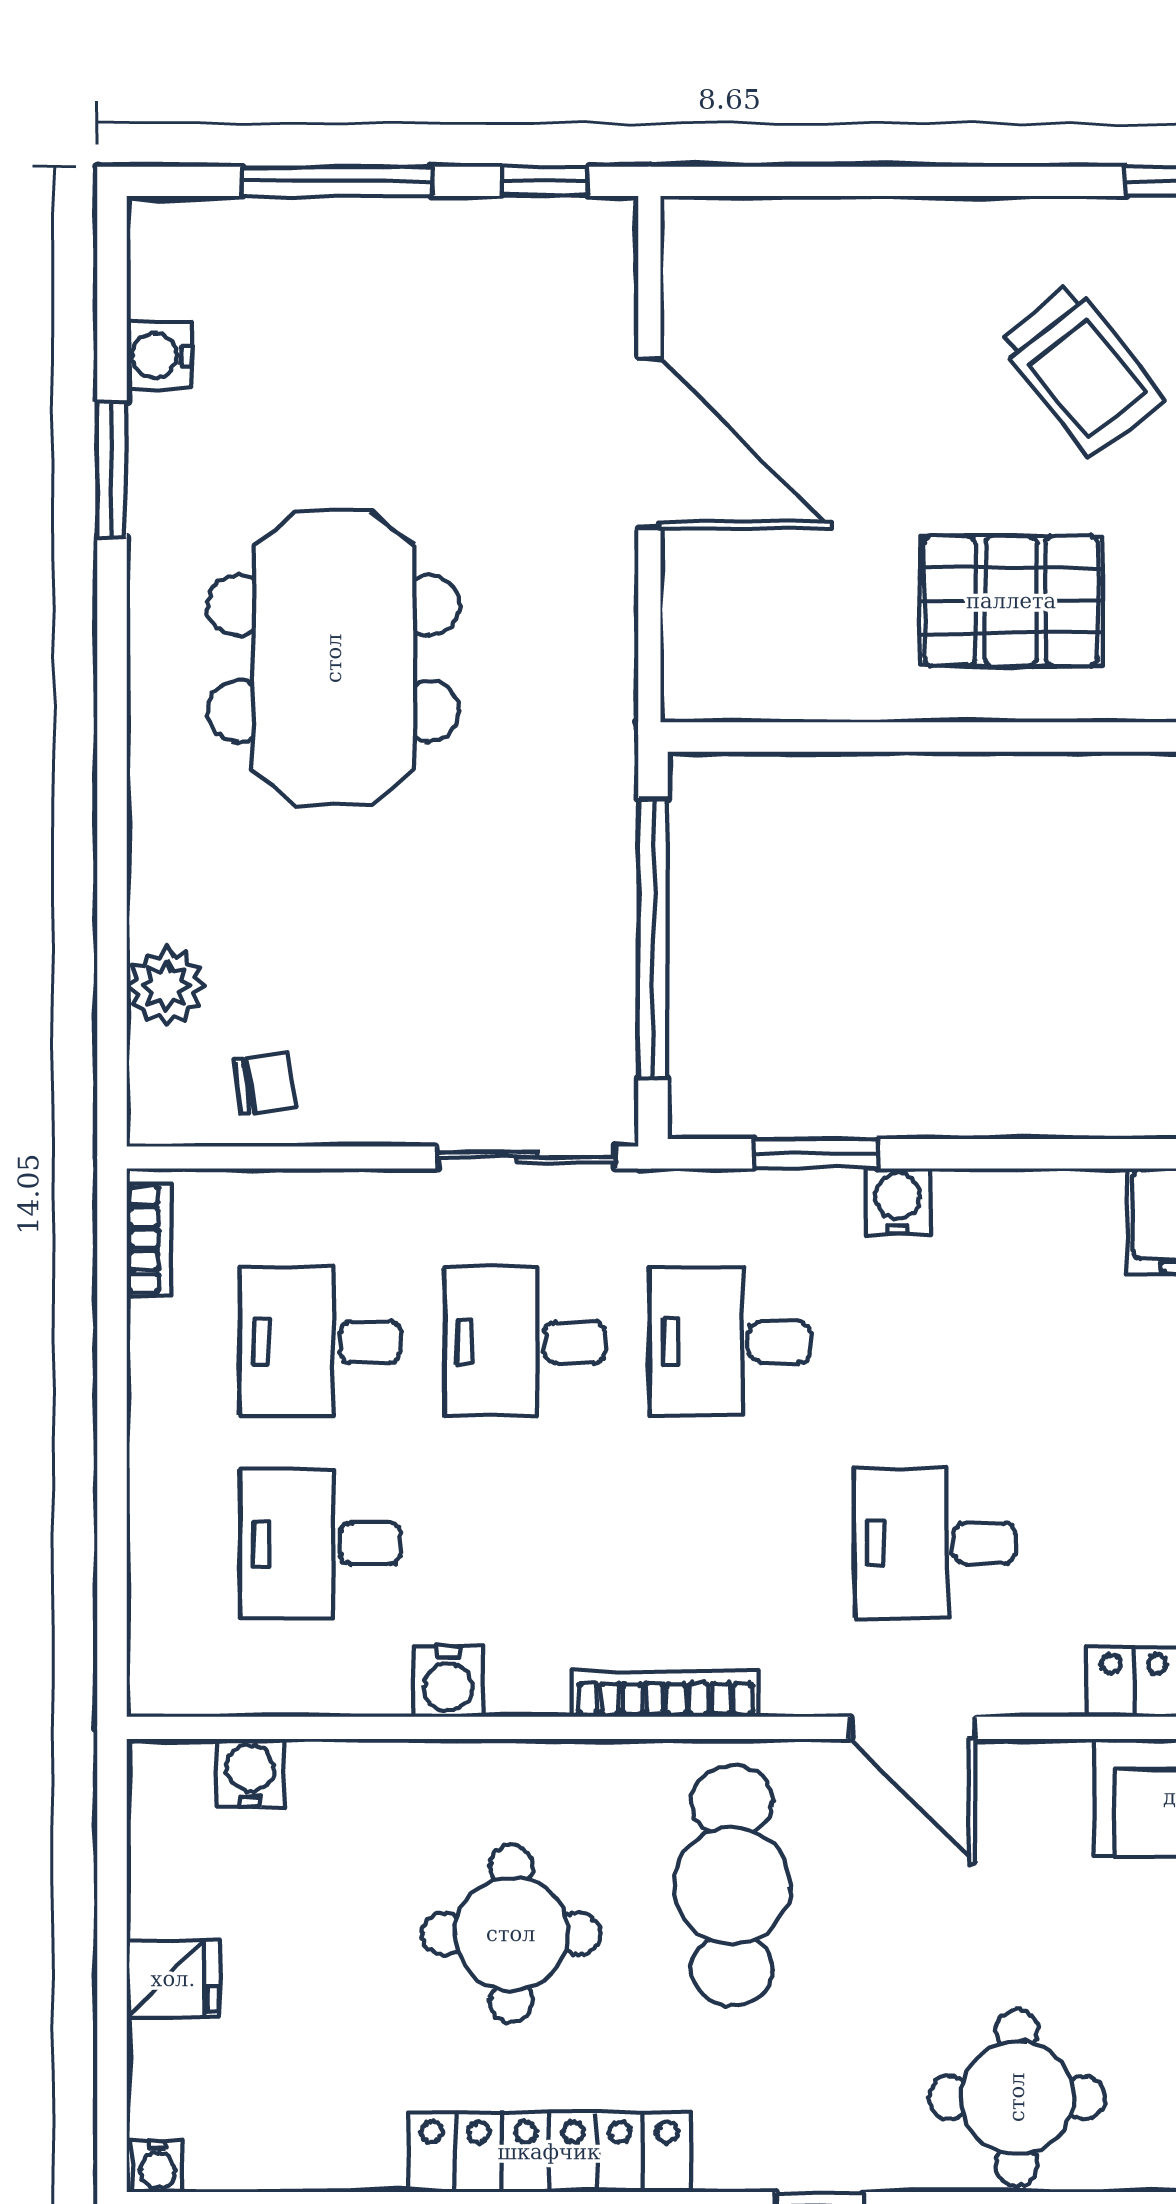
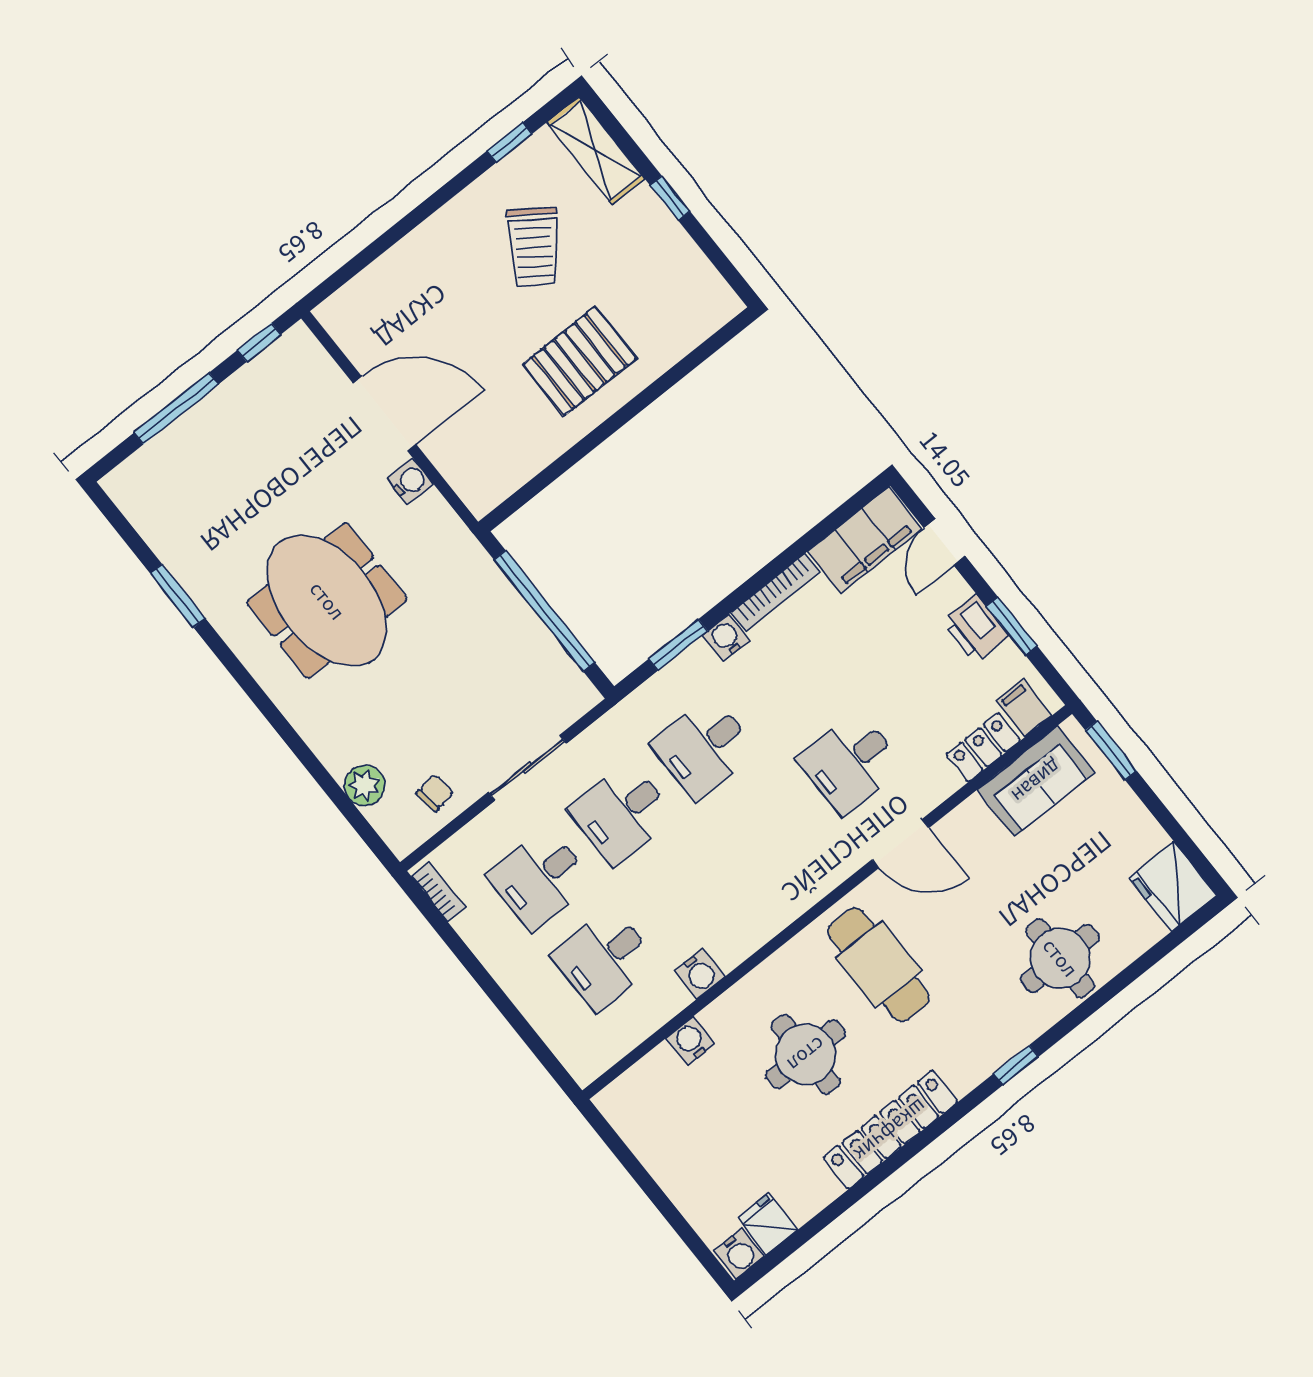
water cooler: (159, 356) -> (410, 481), moved, turned 180
trolley: (1081, 371) -> (534, 247), turned 73
sliding door: (526, 1157) -> (527, 768), moved
bookcase: (665, 1693) -> (776, 592), moved, turned 180
water cooler: (250, 1773) -> (690, 1041), moved
fridge: (173, 1979) -> (768, 1224), moved, turned -90
water cooler: (158, 2166) -> (739, 1253), width x1.38, depth x1.38

